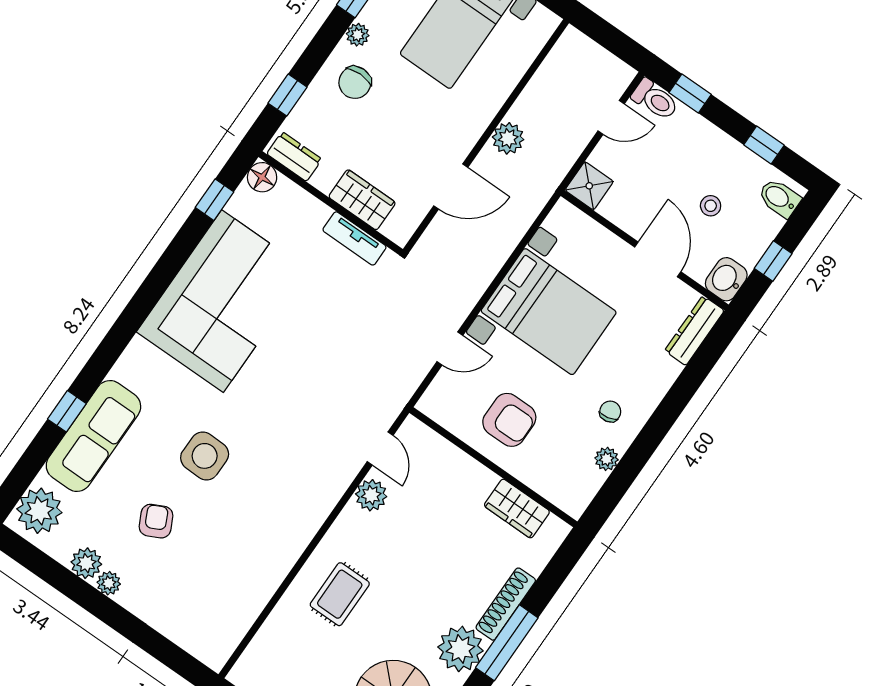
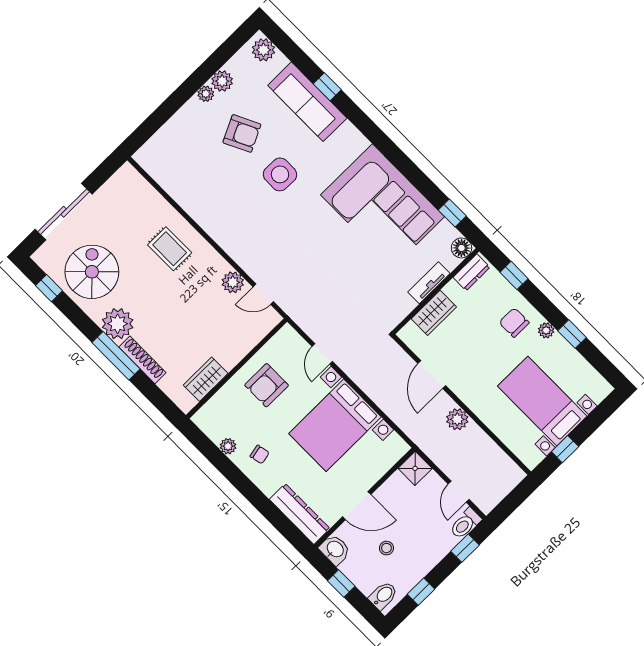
tv unit: (354, 238) -> (429, 283), moved
dresser: (694, 331) -> (300, 514), width x1.37, depth x1.24
plant: (39, 511) -> (263, 50), width x0.73, depth x0.73
armchair: (156, 521) -> (242, 133), width x1.38, depth x1.38

